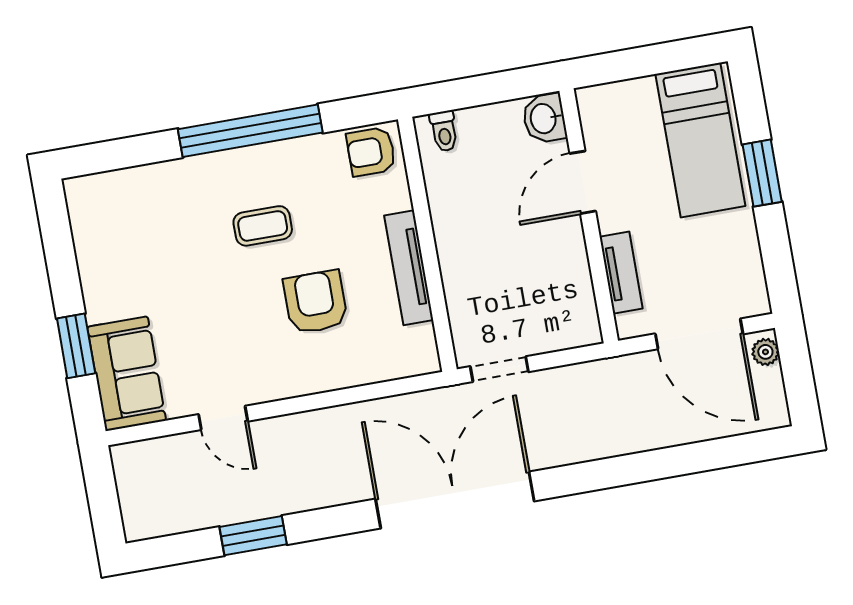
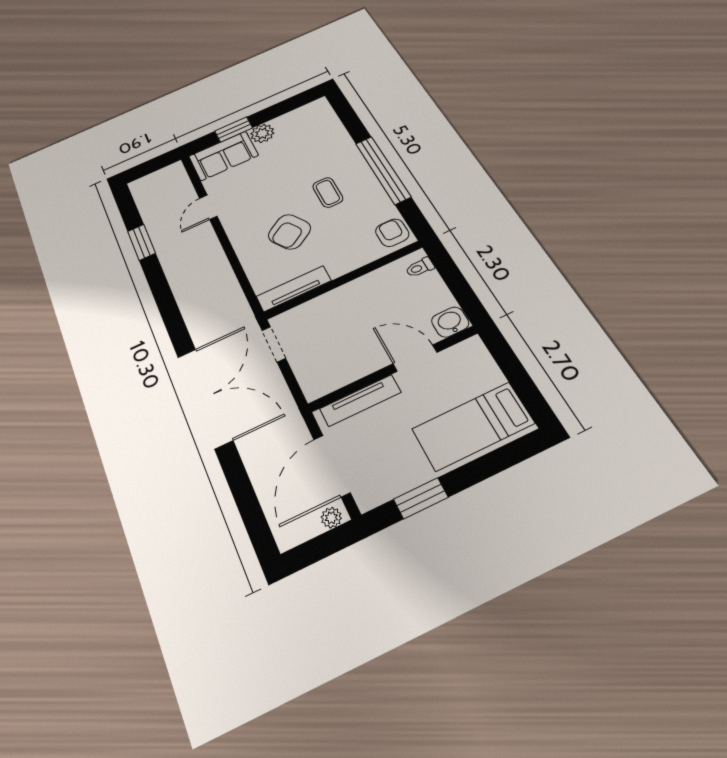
window: (762, 173) -> (421, 498), moved
tv unit: (409, 268) -> (294, 289), moved
tv unit: (621, 273) -> (360, 400), width x1.41
plant: (103, 300) -> (262, 133), added
armchair: (315, 302) -> (289, 232), turned 147
double door: (455, 500) -> (205, 398), moved

